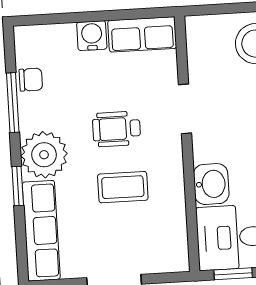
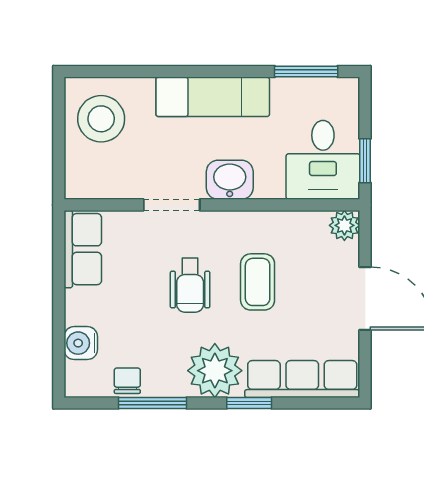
water cooler: (92, 36) -> (81, 343), moved
washbasin: (211, 184) -> (230, 180), moved
plant: (176, 259) -> (344, 225), added

